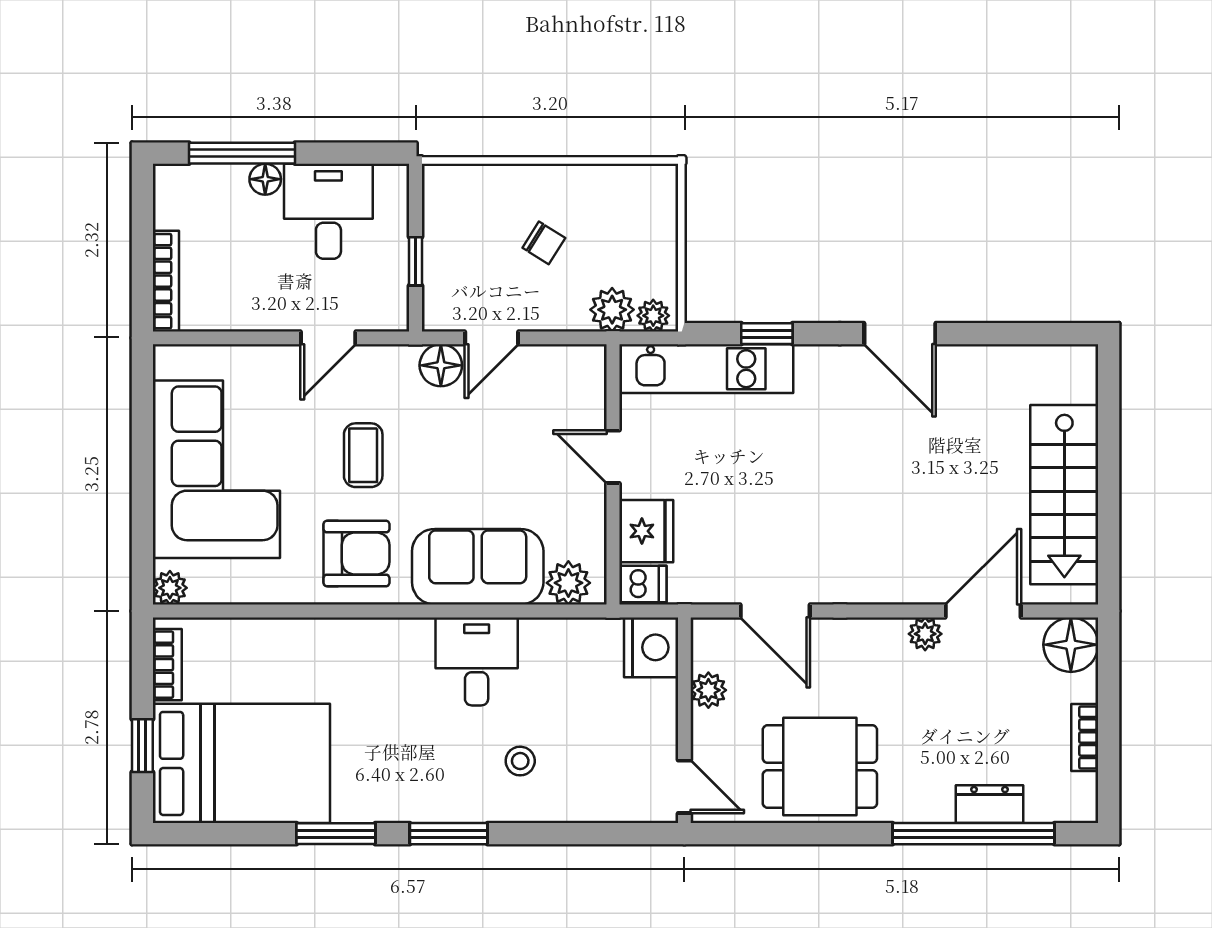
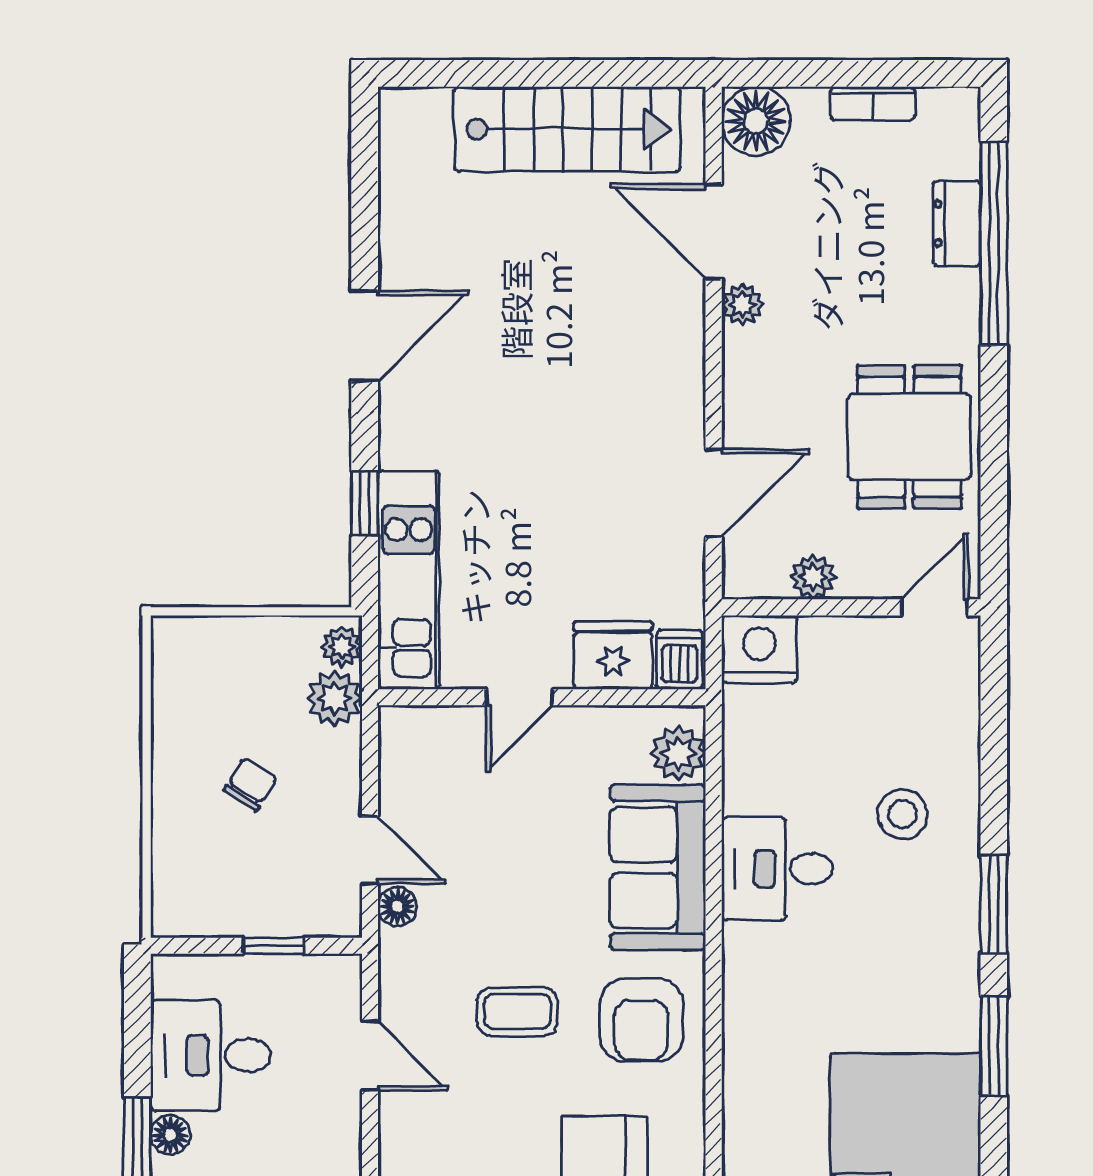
floor lamp: (441, 365) -> (397, 907), width x0.73, depth x0.73
armchair: (356, 554) -> (641, 1020), turned 180
stool: (520, 761) -> (902, 814), width x1.37, depth x1.37

